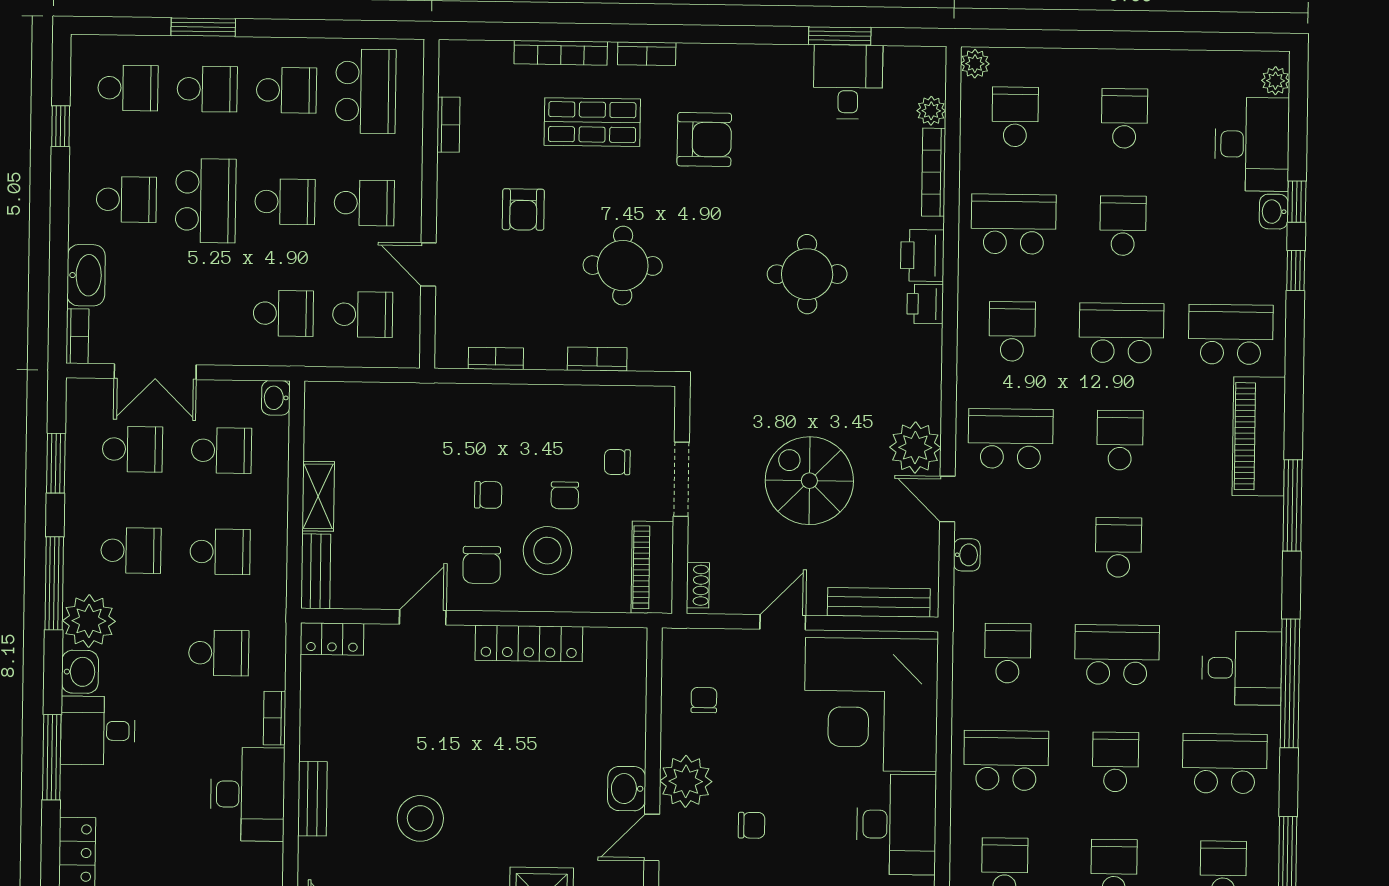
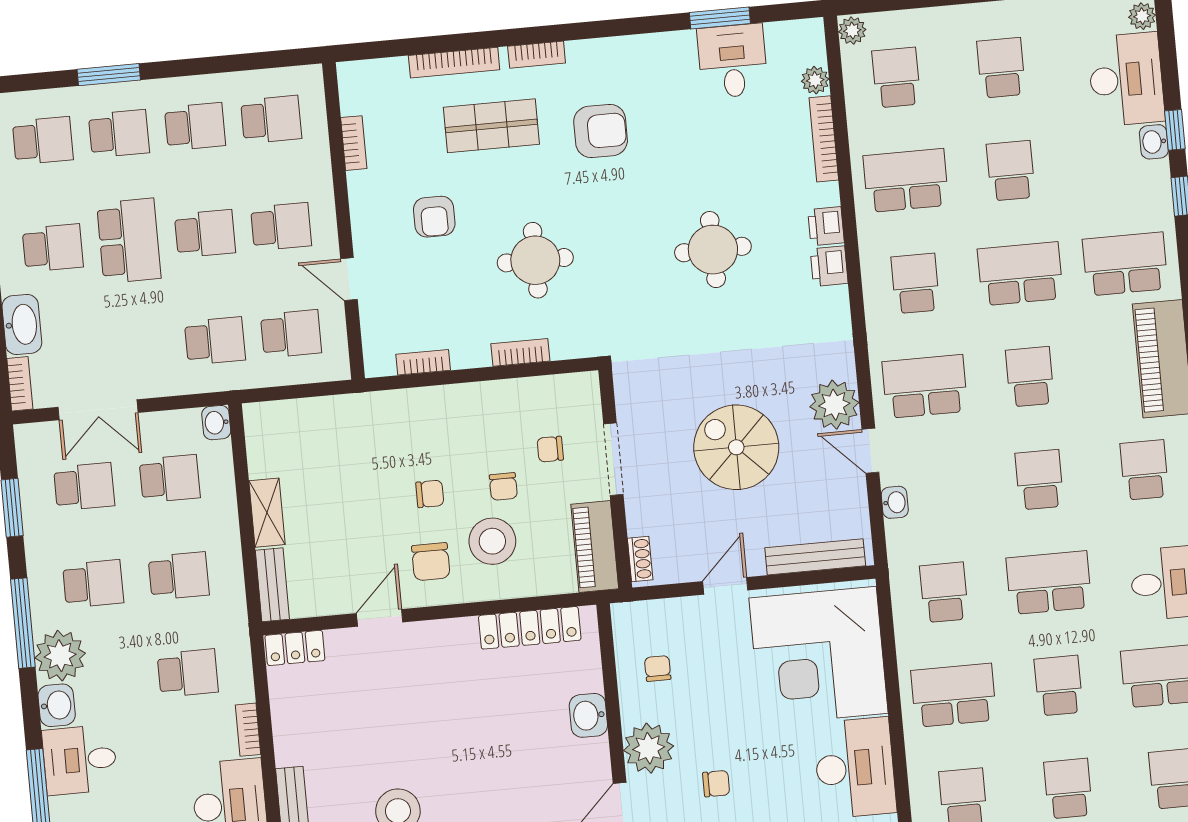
school desk: (366, 91) -> (271, 119), width x0.54
printer: (922, 255) -> (826, 226), width x0.73, depth x0.81
school desk: (1228, 549) -> (1144, 470), added
locker: (529, 643) -> (530, 628), moved
washbasin: (627, 789) -> (588, 715), moved

